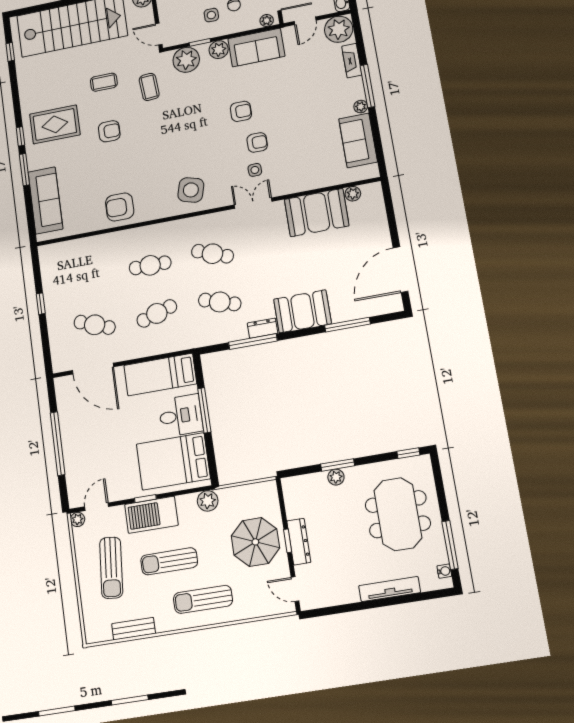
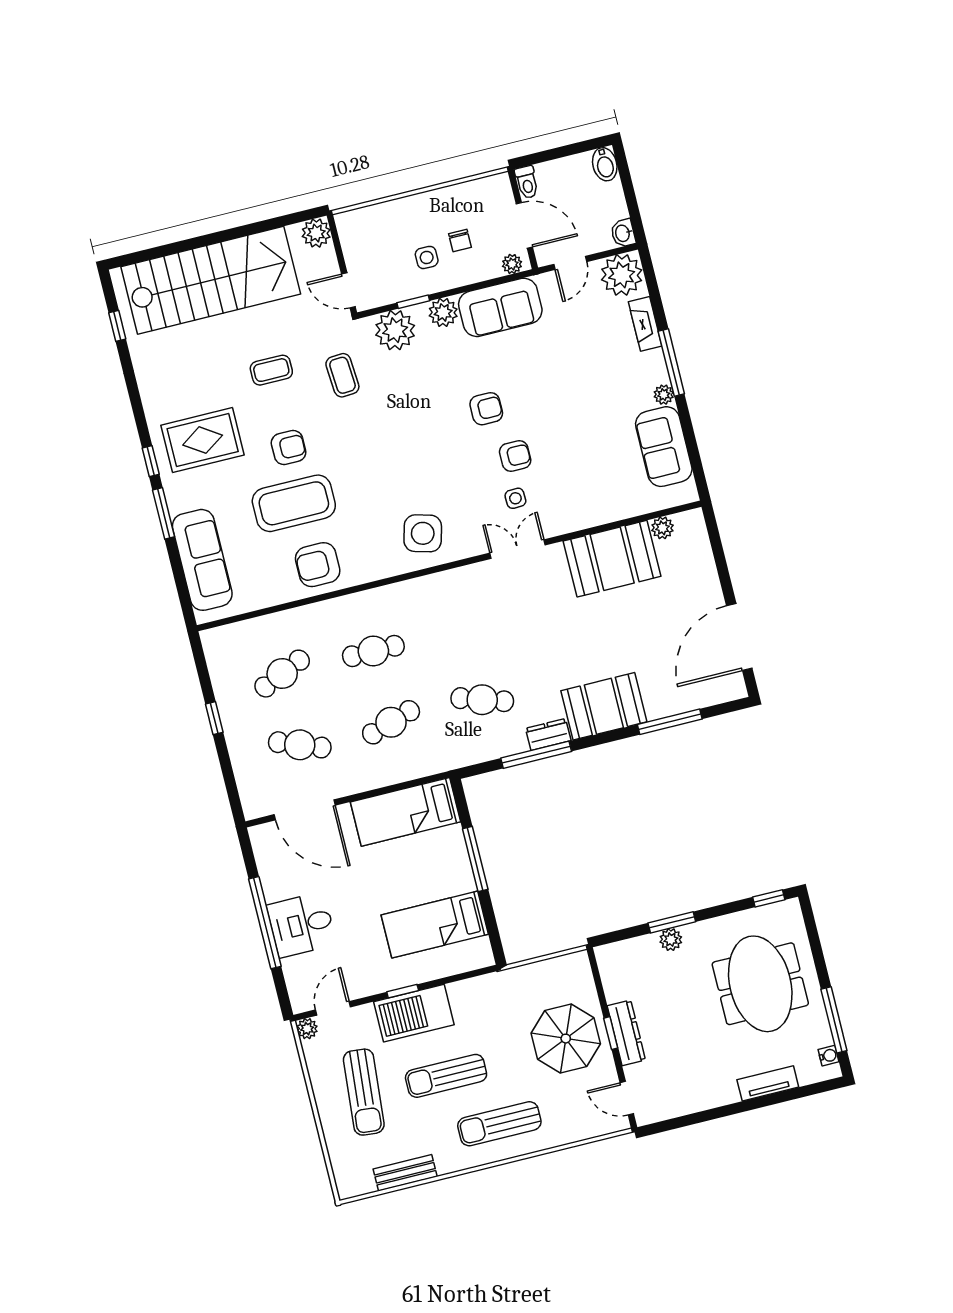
coffee table: (109, 167) -> (294, 503), added
cafe table: (212, 254) -> (282, 674), moved, turned -45
desk: (181, 416) -> (302, 925), moved, turned 180
bed: (173, 461) -> (435, 925), width x0.67
plant: (208, 501) -> (493, 987), removed
tv unit: (390, 589) -> (768, 1083), width x0.71

